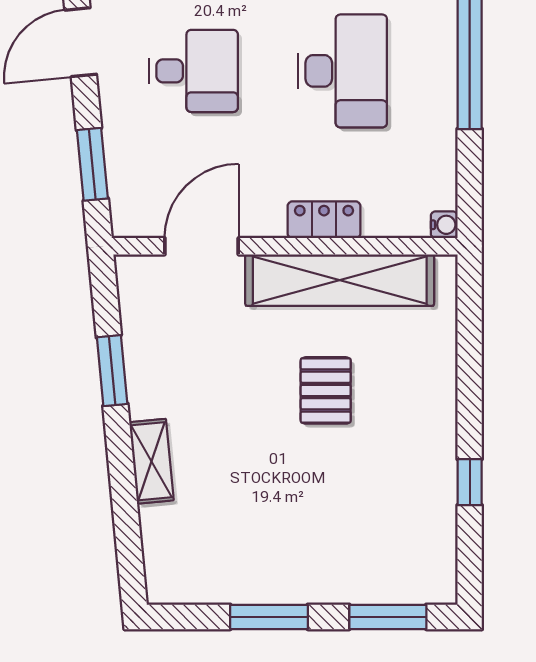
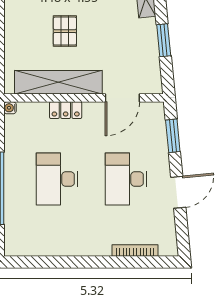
desk: (194, 71) -> (126, 179), width x1.37

